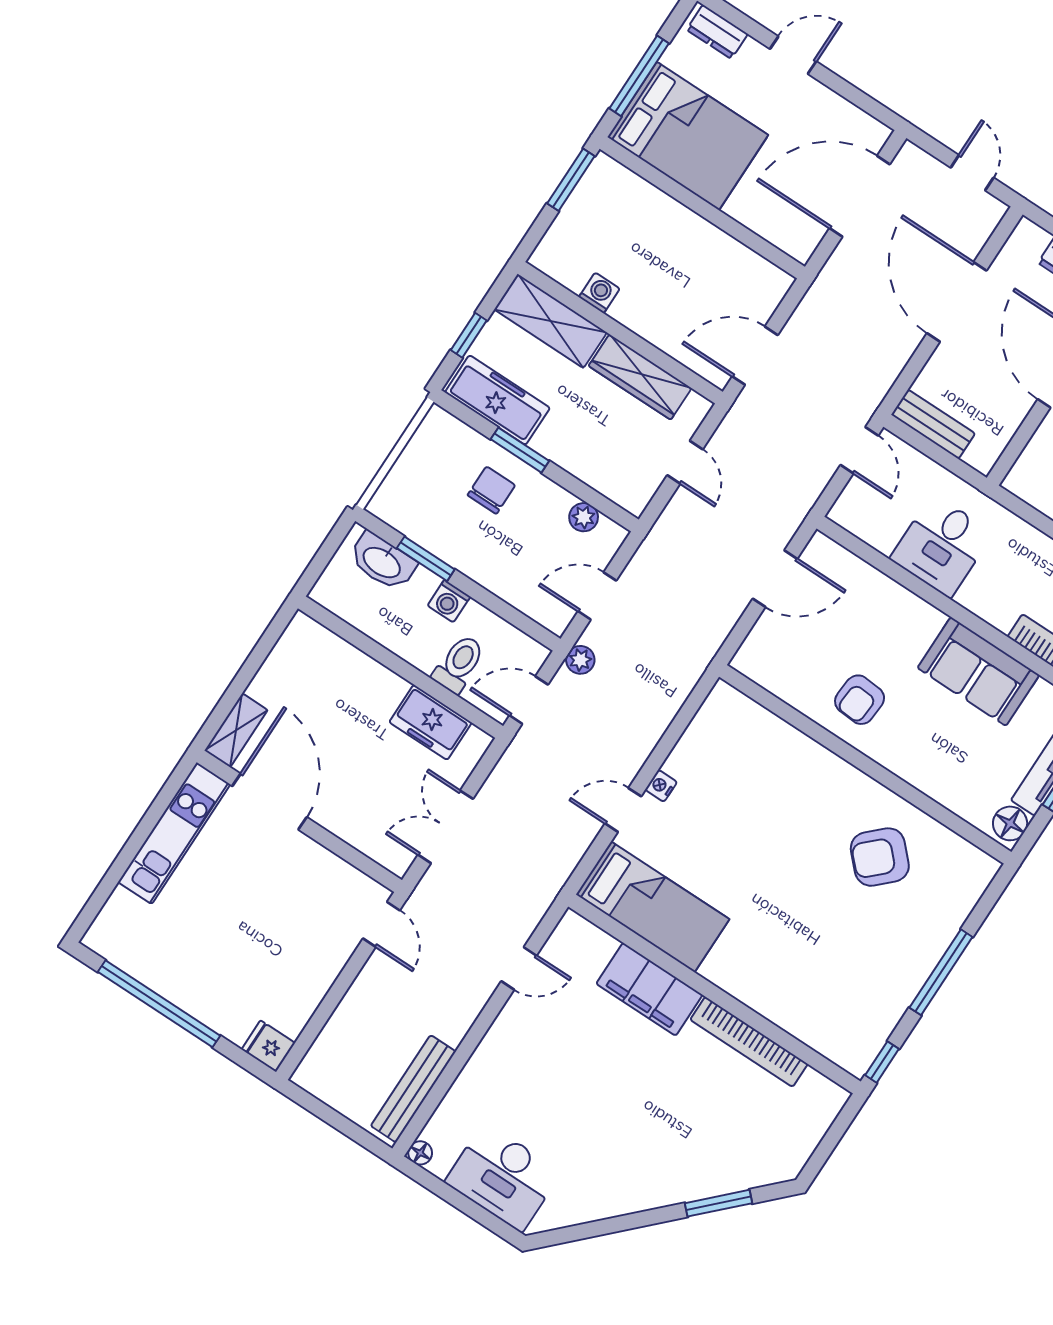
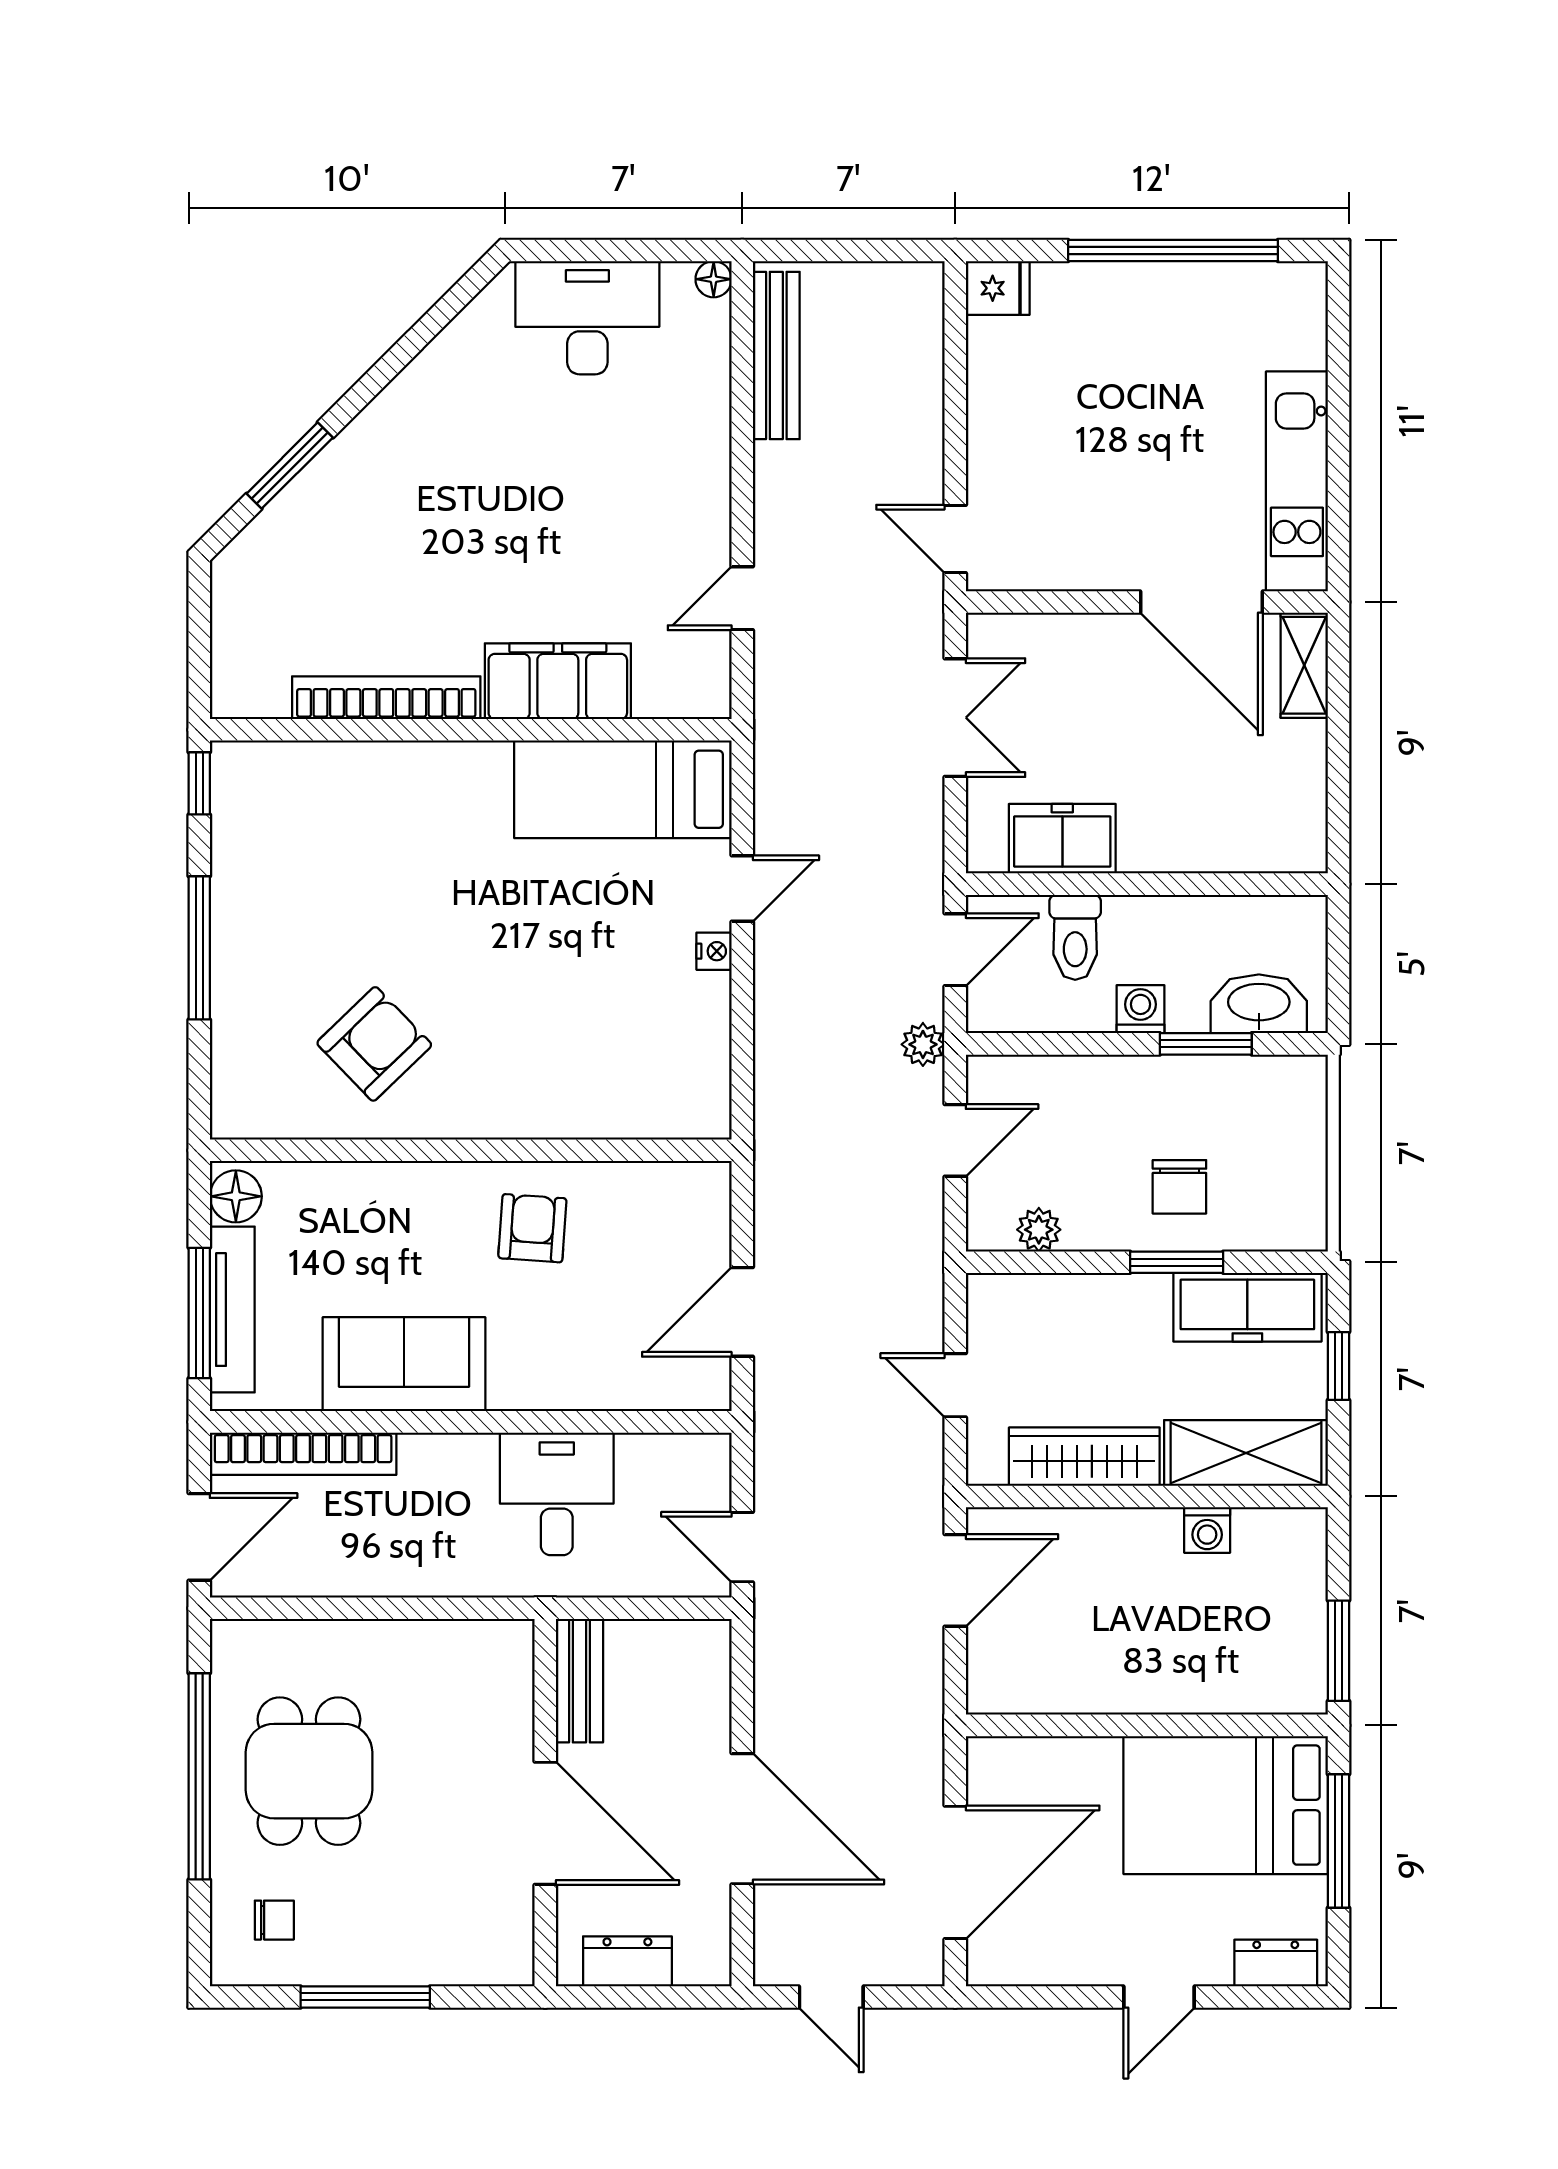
bench: (933, 424) -> (579, 1681), moved, turned 90

